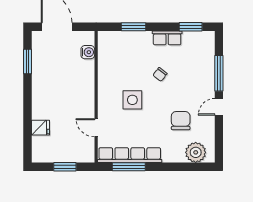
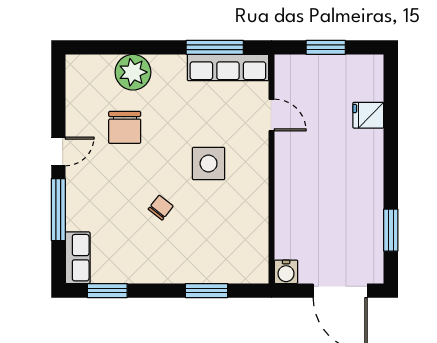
row of seats: (167, 38) -> (78, 258), moved, turned 90
water cooler: (88, 52) -> (286, 272), moved, turned -90
plant: (196, 152) -> (133, 72), moved
row of seats: (130, 155) -> (228, 68), width x0.73

